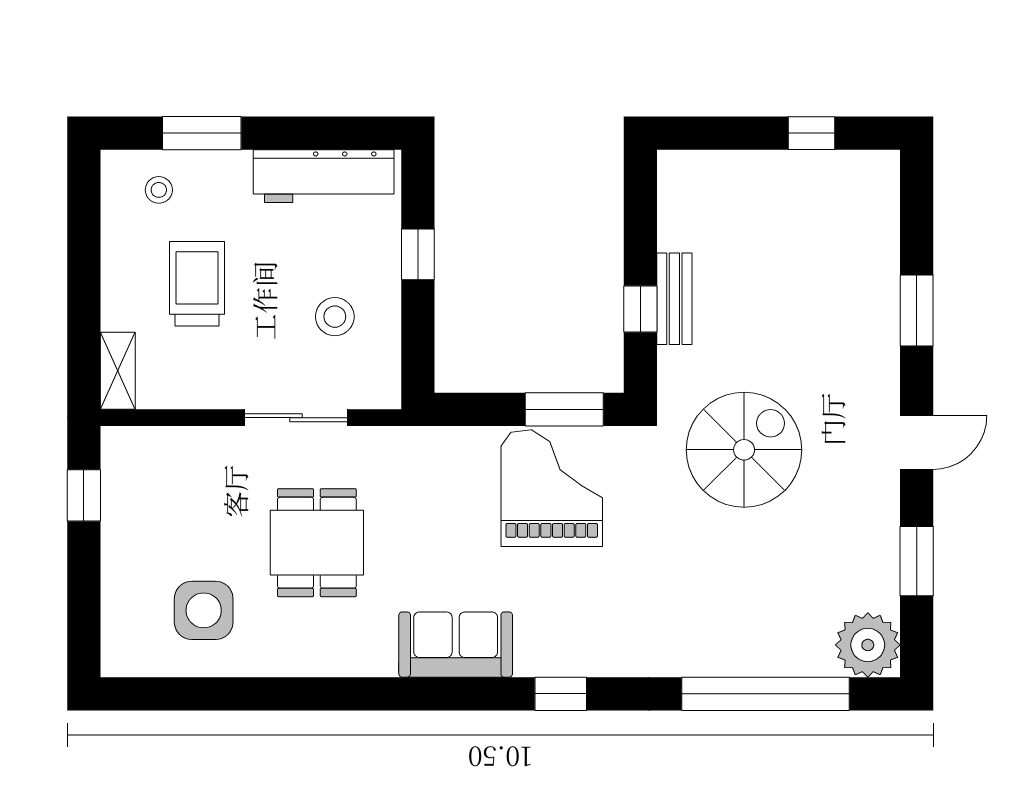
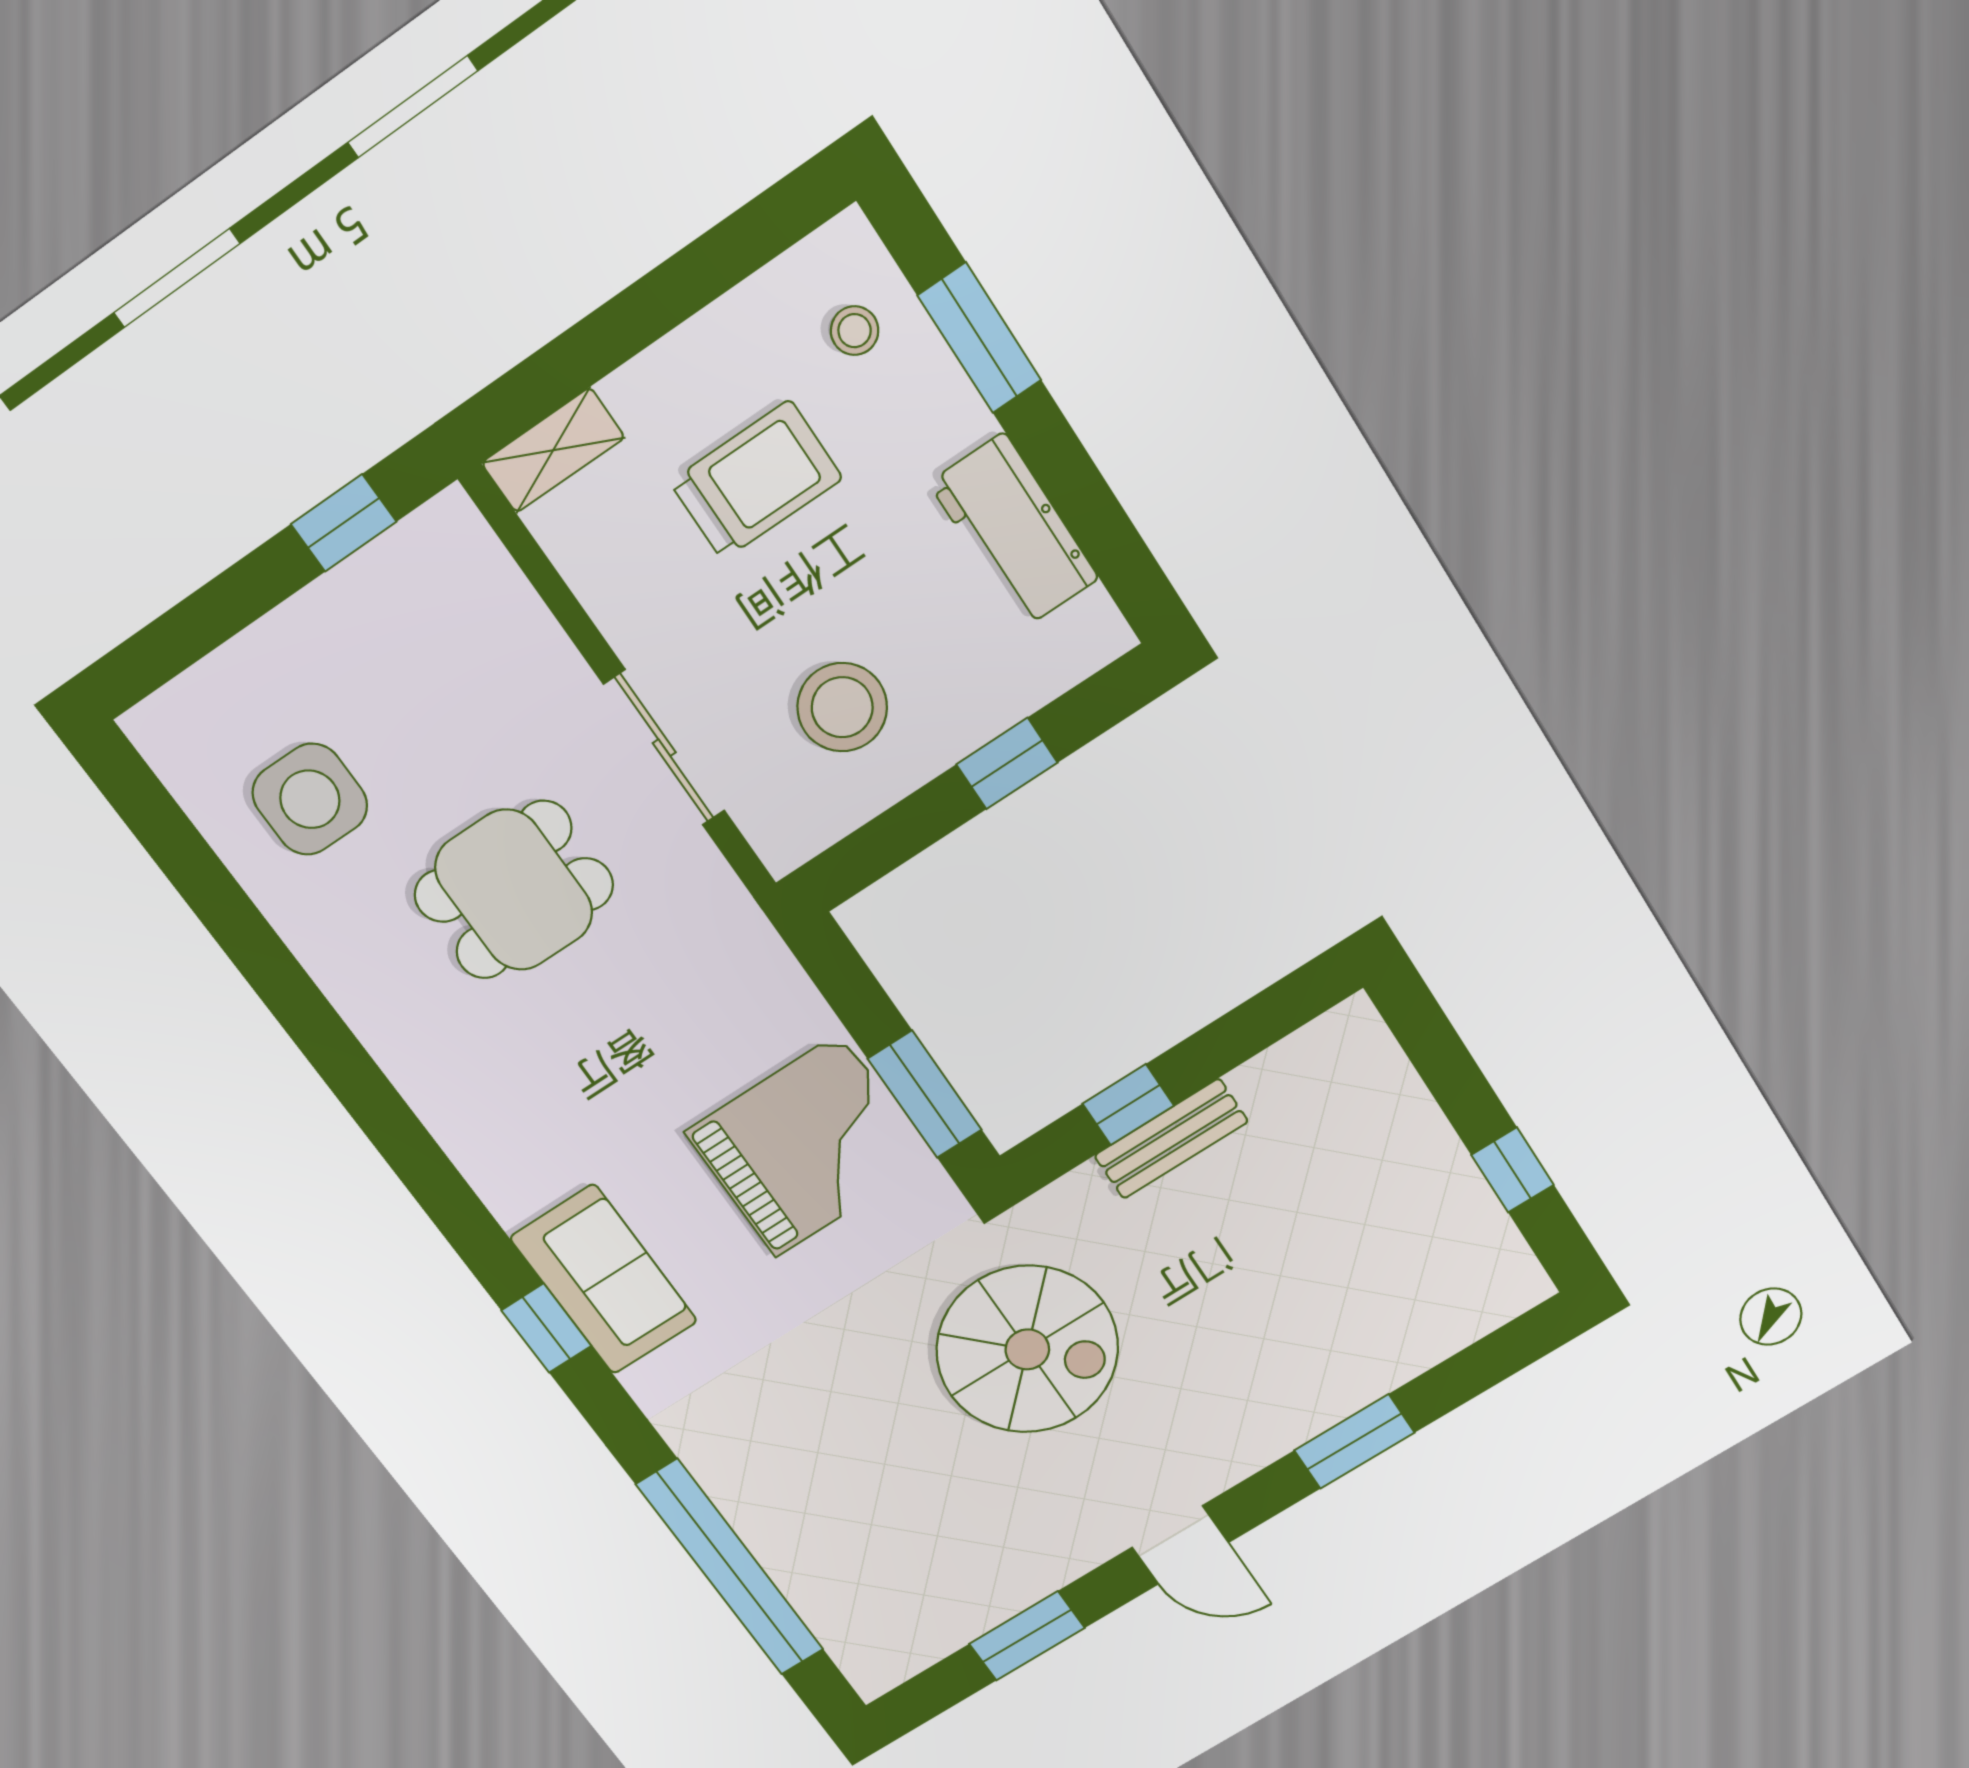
workbench: (324, 176) -> (1014, 531), width x0.73
stool: (335, 317) -> (842, 707), width x1.38, depth x1.38
sofa: (456, 645) -> (604, 1279), moved
plant: (868, 645) -> (880, 1645), removed

